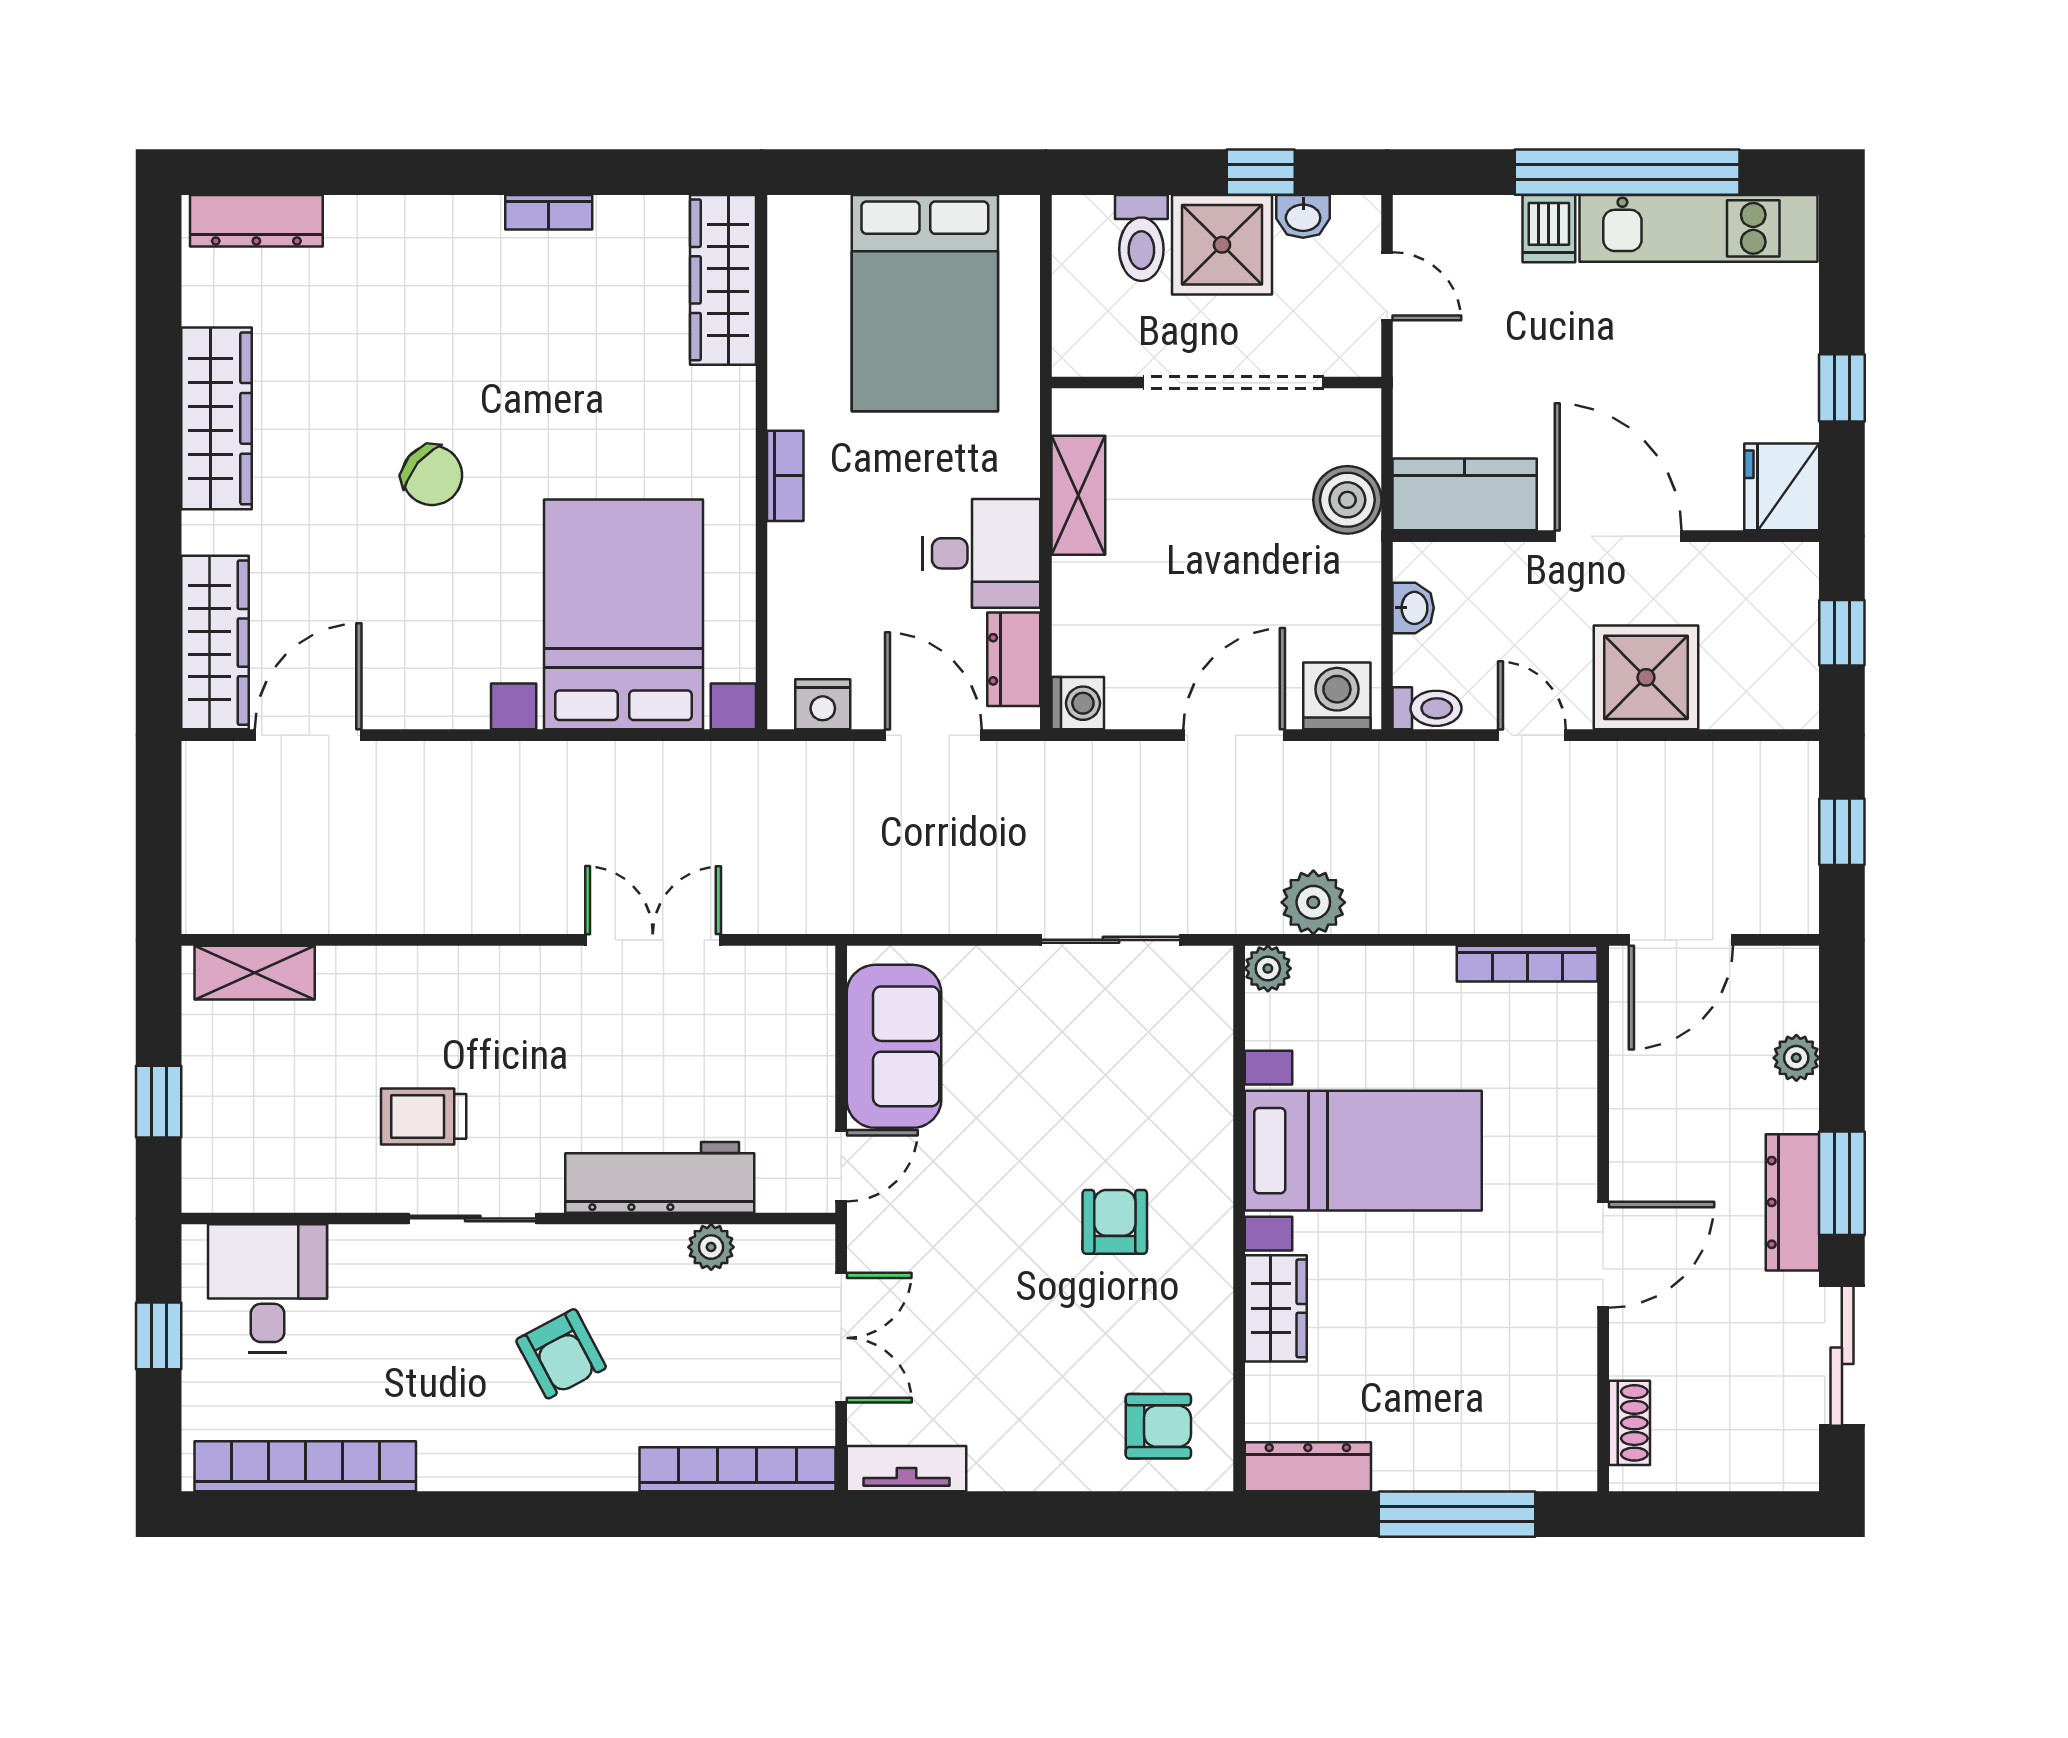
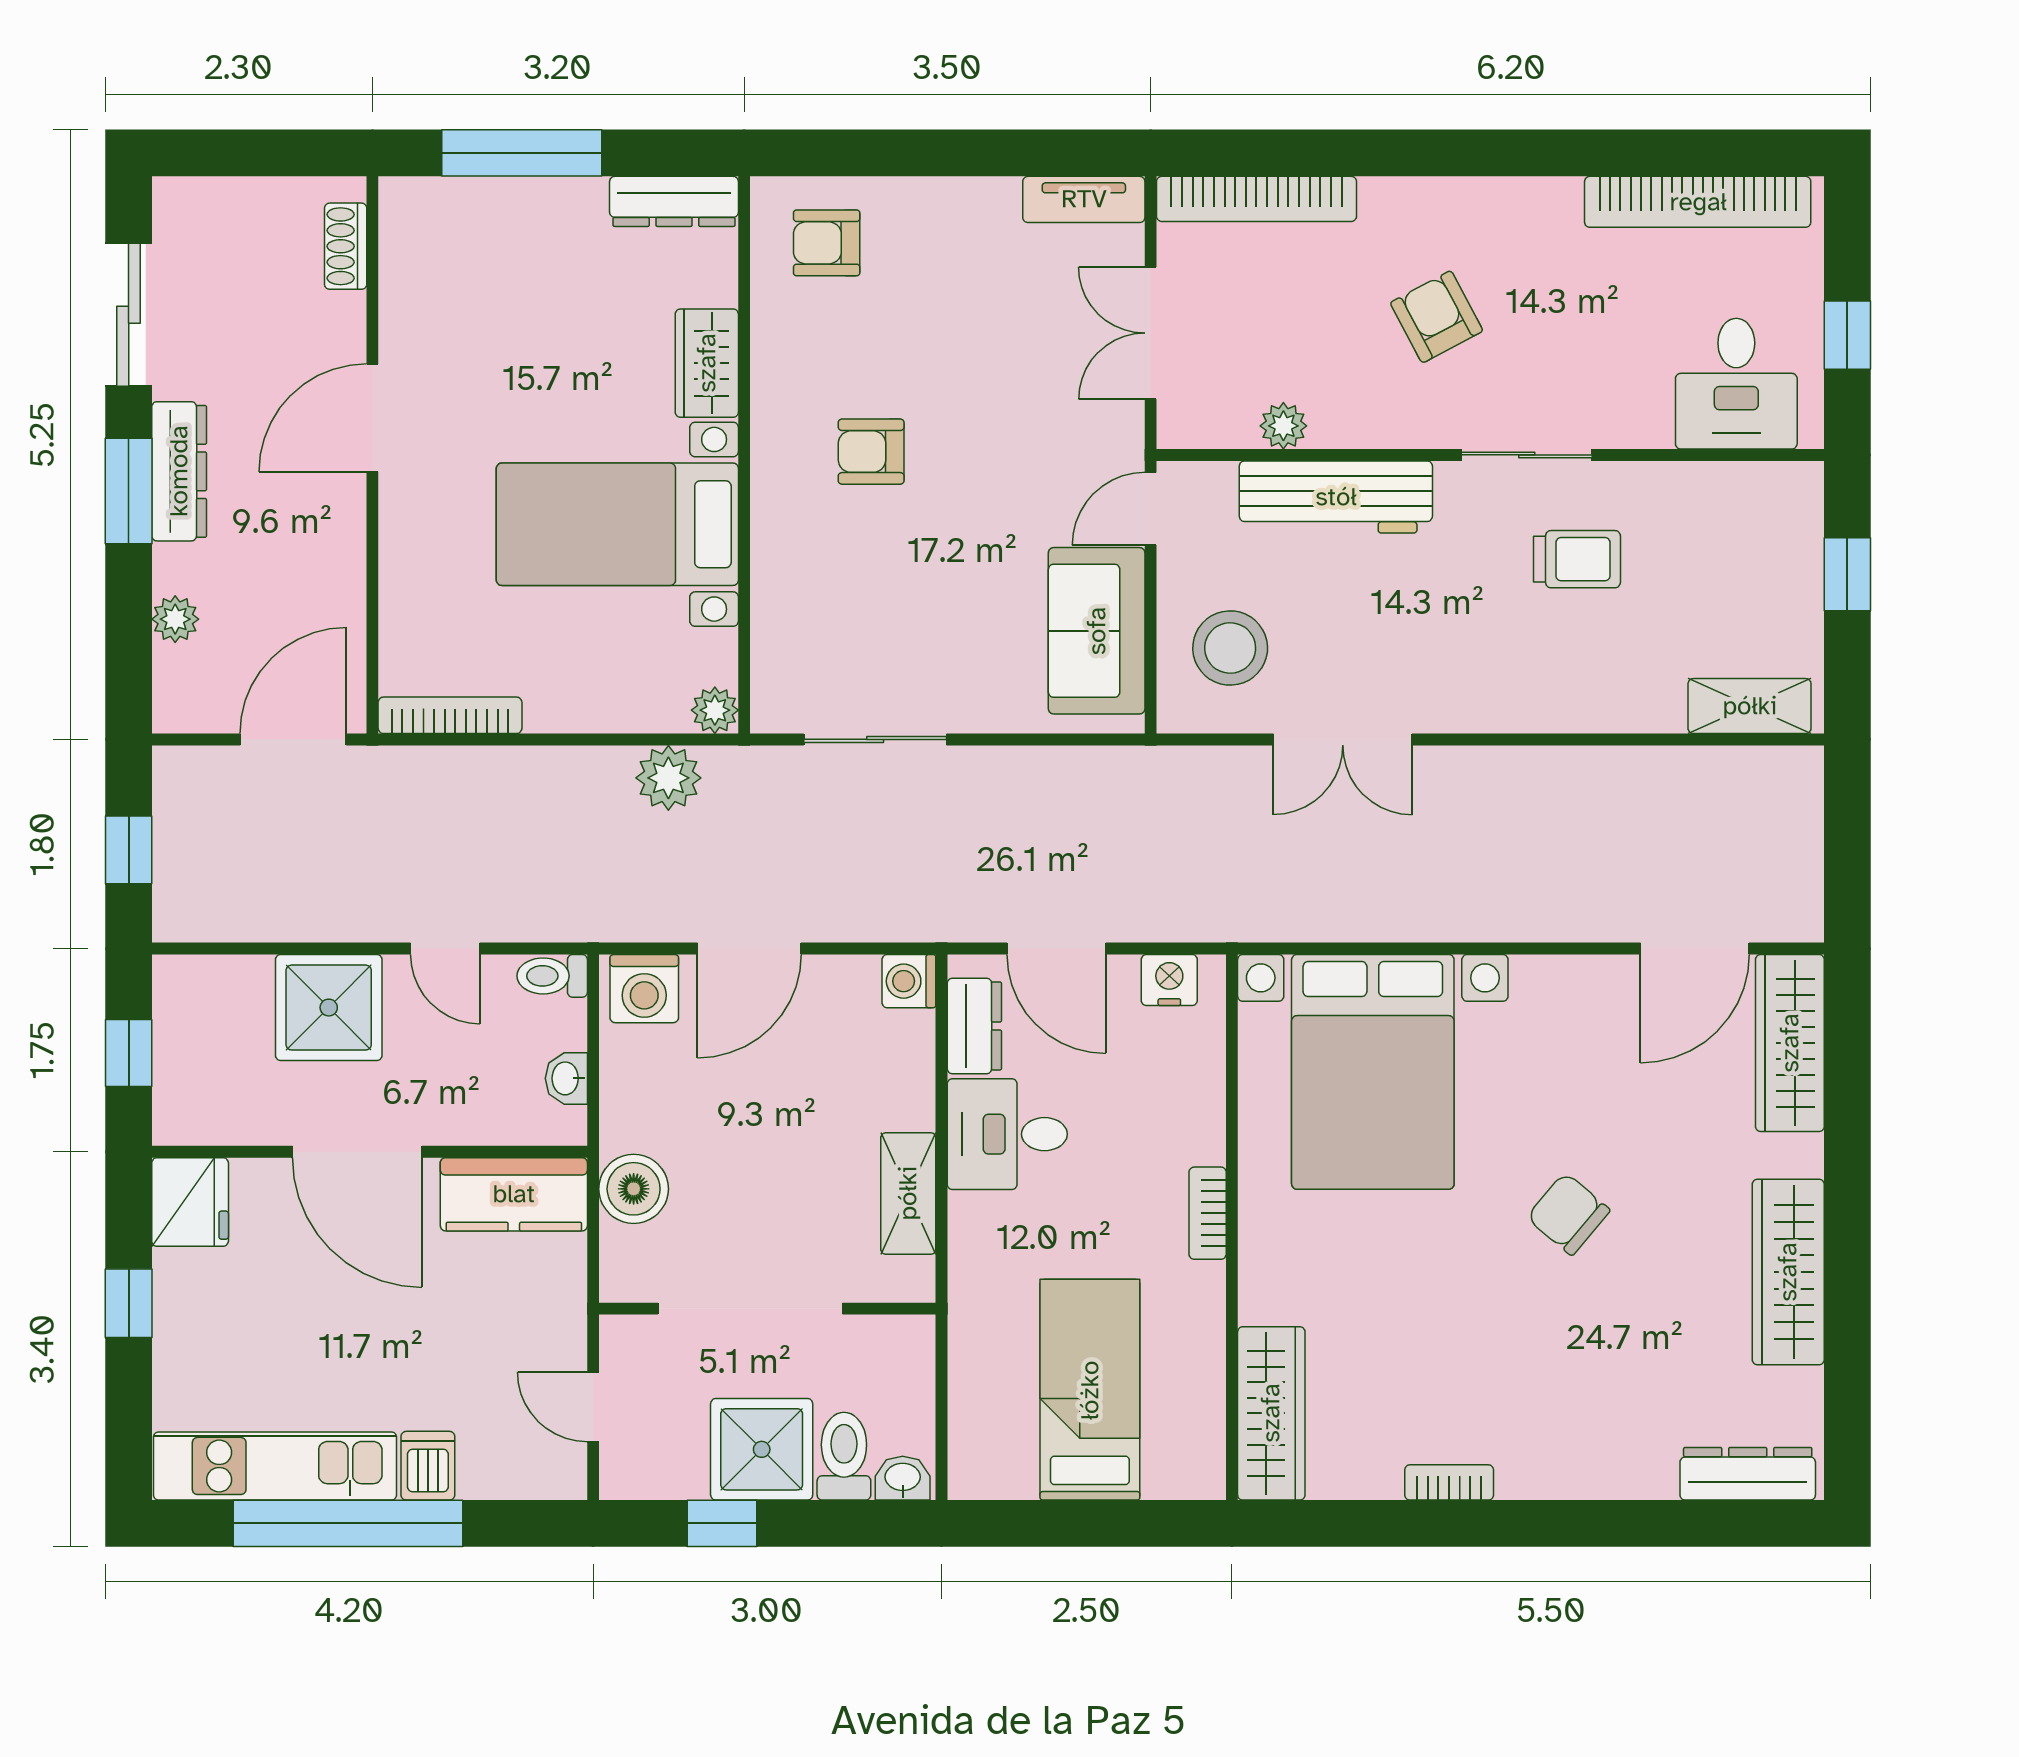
washbasin: (1303, 216) -> (903, 1478), moved
bed: (925, 303) -> (1090, 1390), width x0.67
stool: (763, 1029) -> (1230, 648), added
armchair: (1115, 1222) -> (871, 452), turned 90

